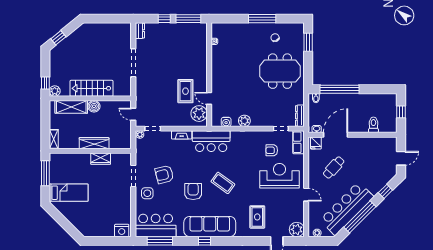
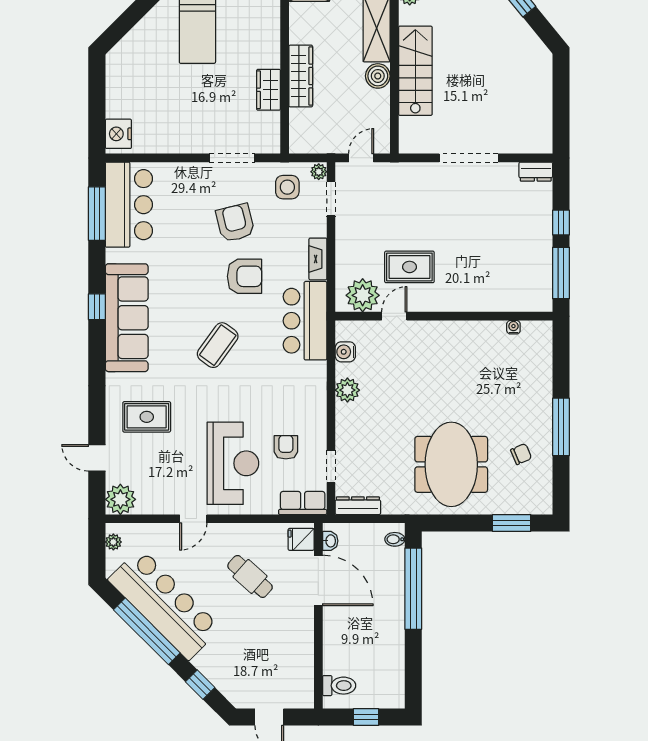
toilet: (373, 125) -> (339, 686), moved
armchair: (193, 191) -> (244, 276), moved
side table: (147, 193) -> (287, 187), moved

